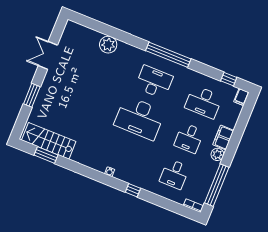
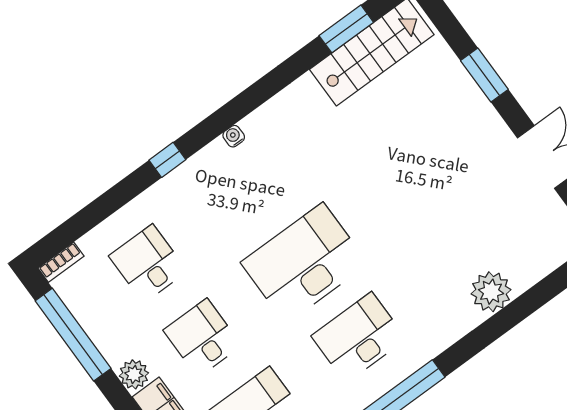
desk: (154, 82) -> (359, 337), turned 180

